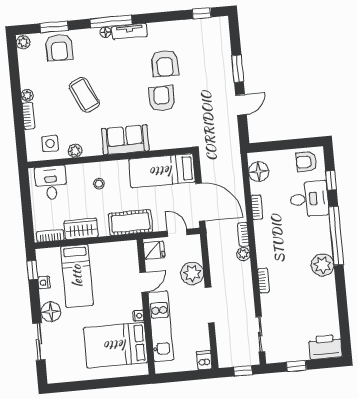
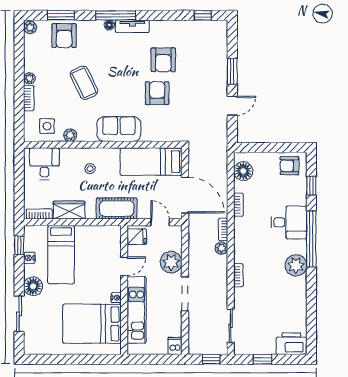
desk: (309, 199) -> (289, 222), moved

